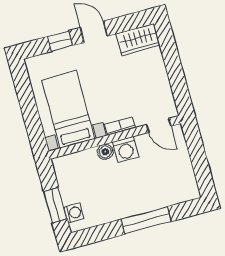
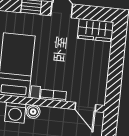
washing machine: (126, 150) -> (15, 113), moved

